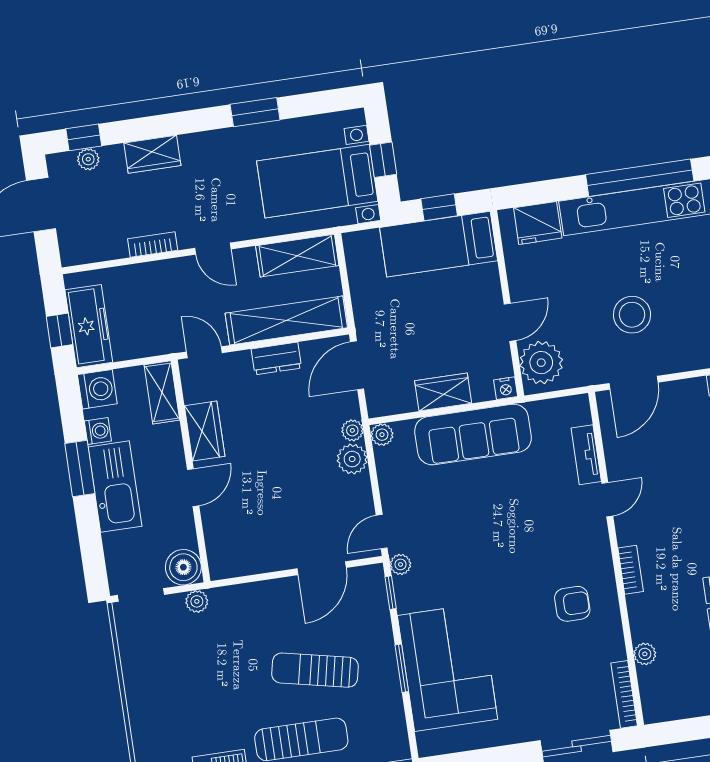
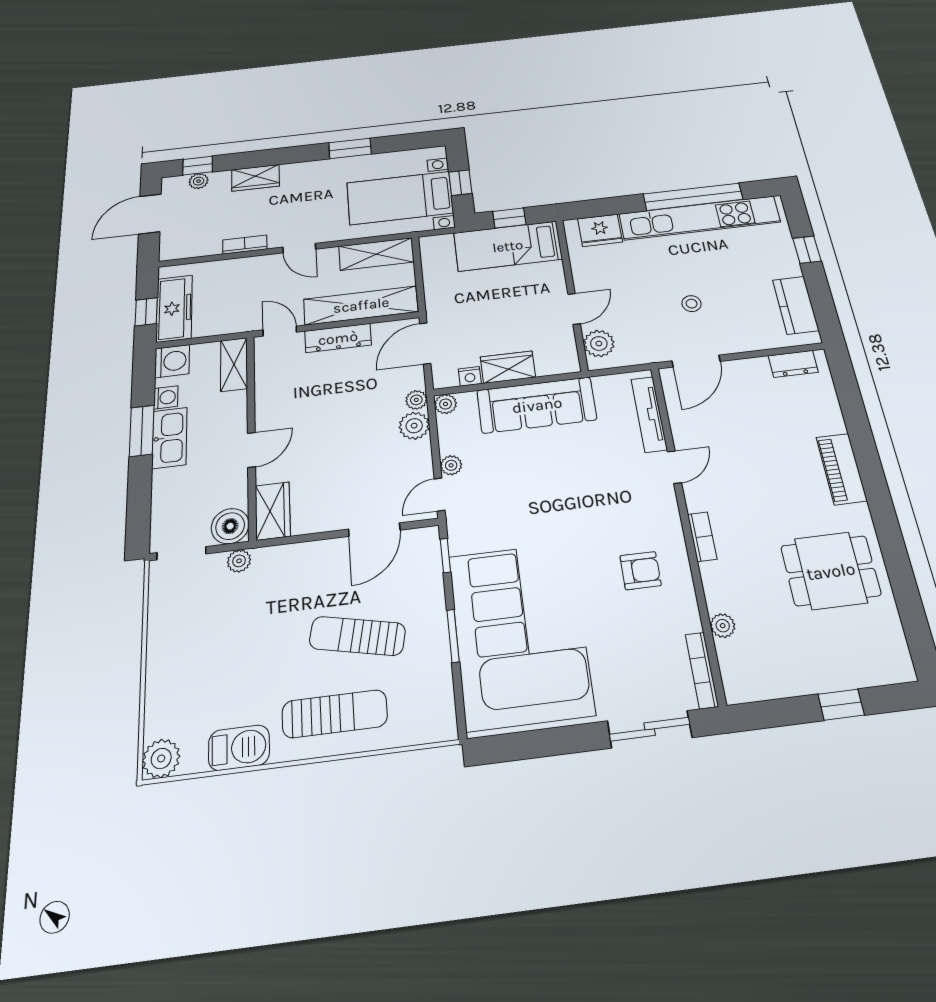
stool: (632, 315) -> (692, 304), width x0.53, depth x0.53
dresser: (276, 358) -> (338, 338), width x1.44
plant: (541, 363) -> (599, 344), width x0.73, depth x0.73
nightstand: (506, 388) -> (470, 376), moved
wardrobe: (205, 431) -> (273, 511), moved
tv unit: (586, 455) -> (649, 414), width x1.41
kitchen sink: (115, 487) -> (170, 438), width x0.73, depth x0.81
plant: (401, 564) -> (451, 465), moved
corner sofa: (448, 667) -> (520, 634), width x1.36, depth x1.36

